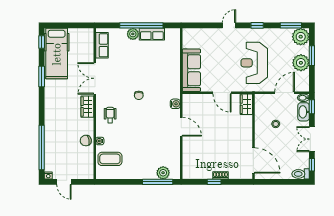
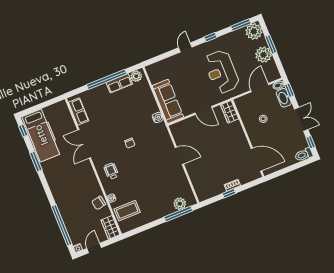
plant: (133, 34) -> (136, 76), moved
water cooler: (175, 104) -> (158, 117), moved
wardrobe: (87, 107) -> (110, 227), moved
double door: (312, 139) -> (301, 119), swing flipped
door: (64, 182) -> (94, 248), swing flipped

